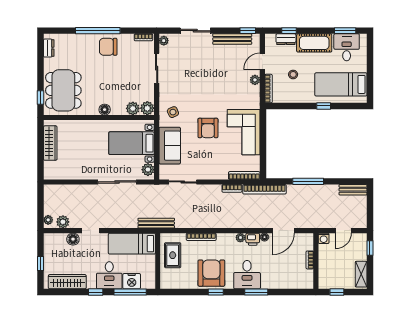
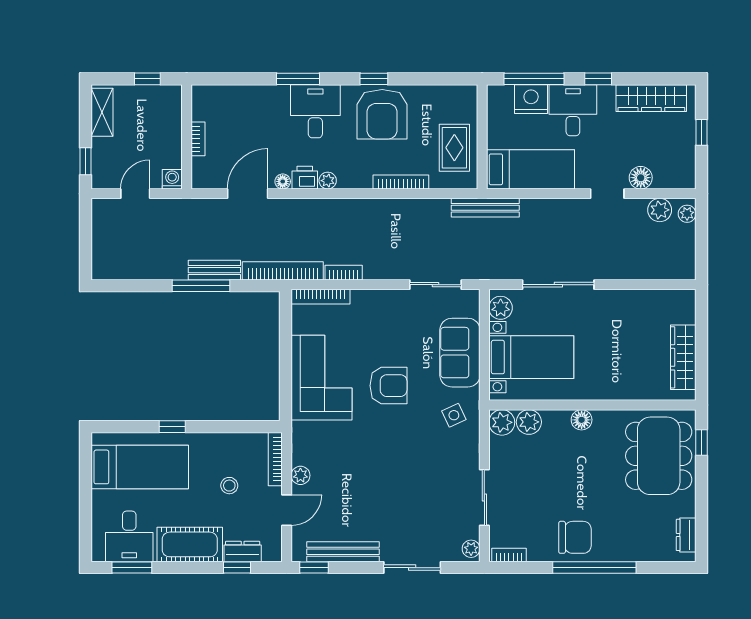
armchair: (208, 128) -> (388, 386), turned 90
bench: (353, 190) -> (214, 270), moved

